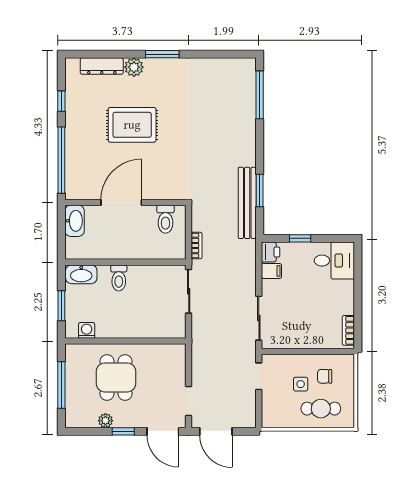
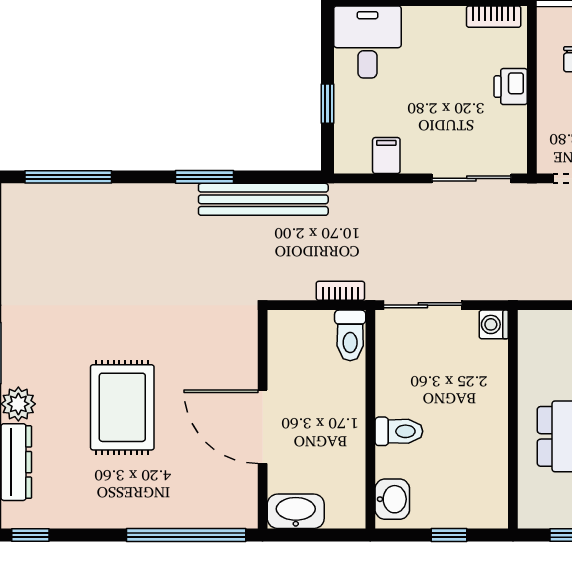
window: (61, 101) -> (30, 535), moved
window: (260, 190) -> (204, 177), moved
toilet: (166, 219) -> (350, 335), moved, turned 90
printer: (271, 252) -> (511, 87), moved, turned -90
washbasin: (81, 274) -> (392, 499), width x0.72
window: (61, 306) -> (449, 535), width x0.67
washing machine: (87, 330) -> (494, 324), moved

